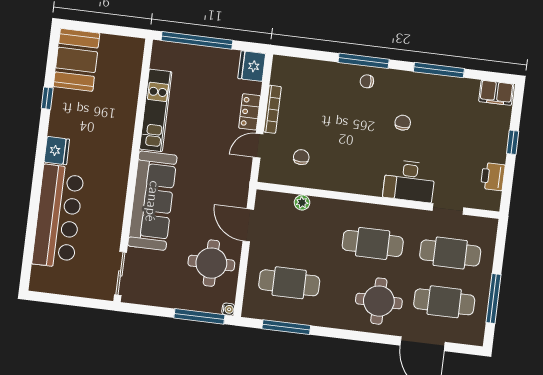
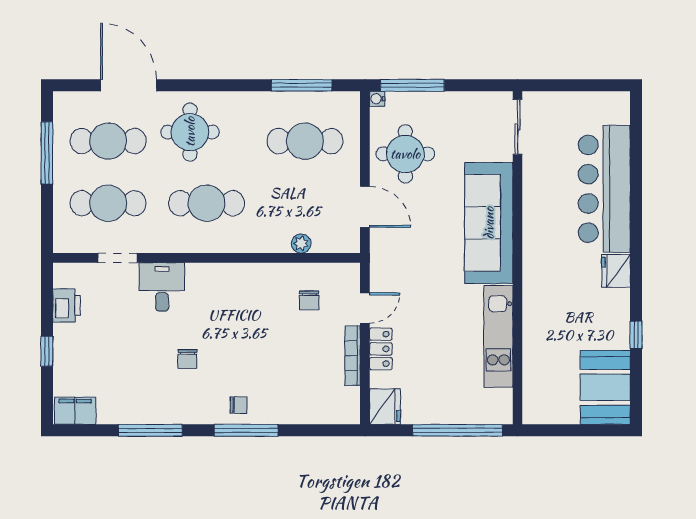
desk: (409, 181) -> (162, 287), width x0.73

